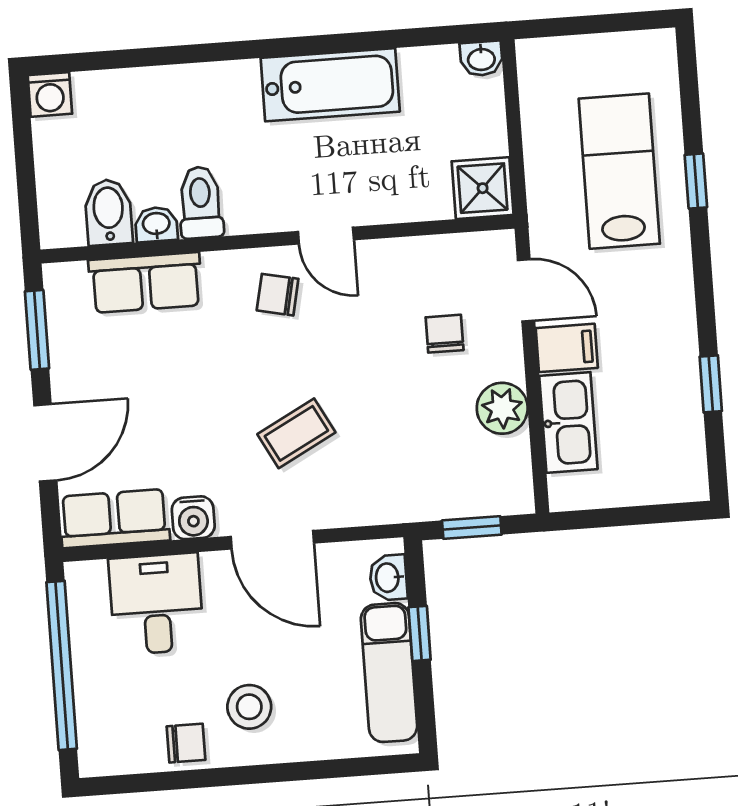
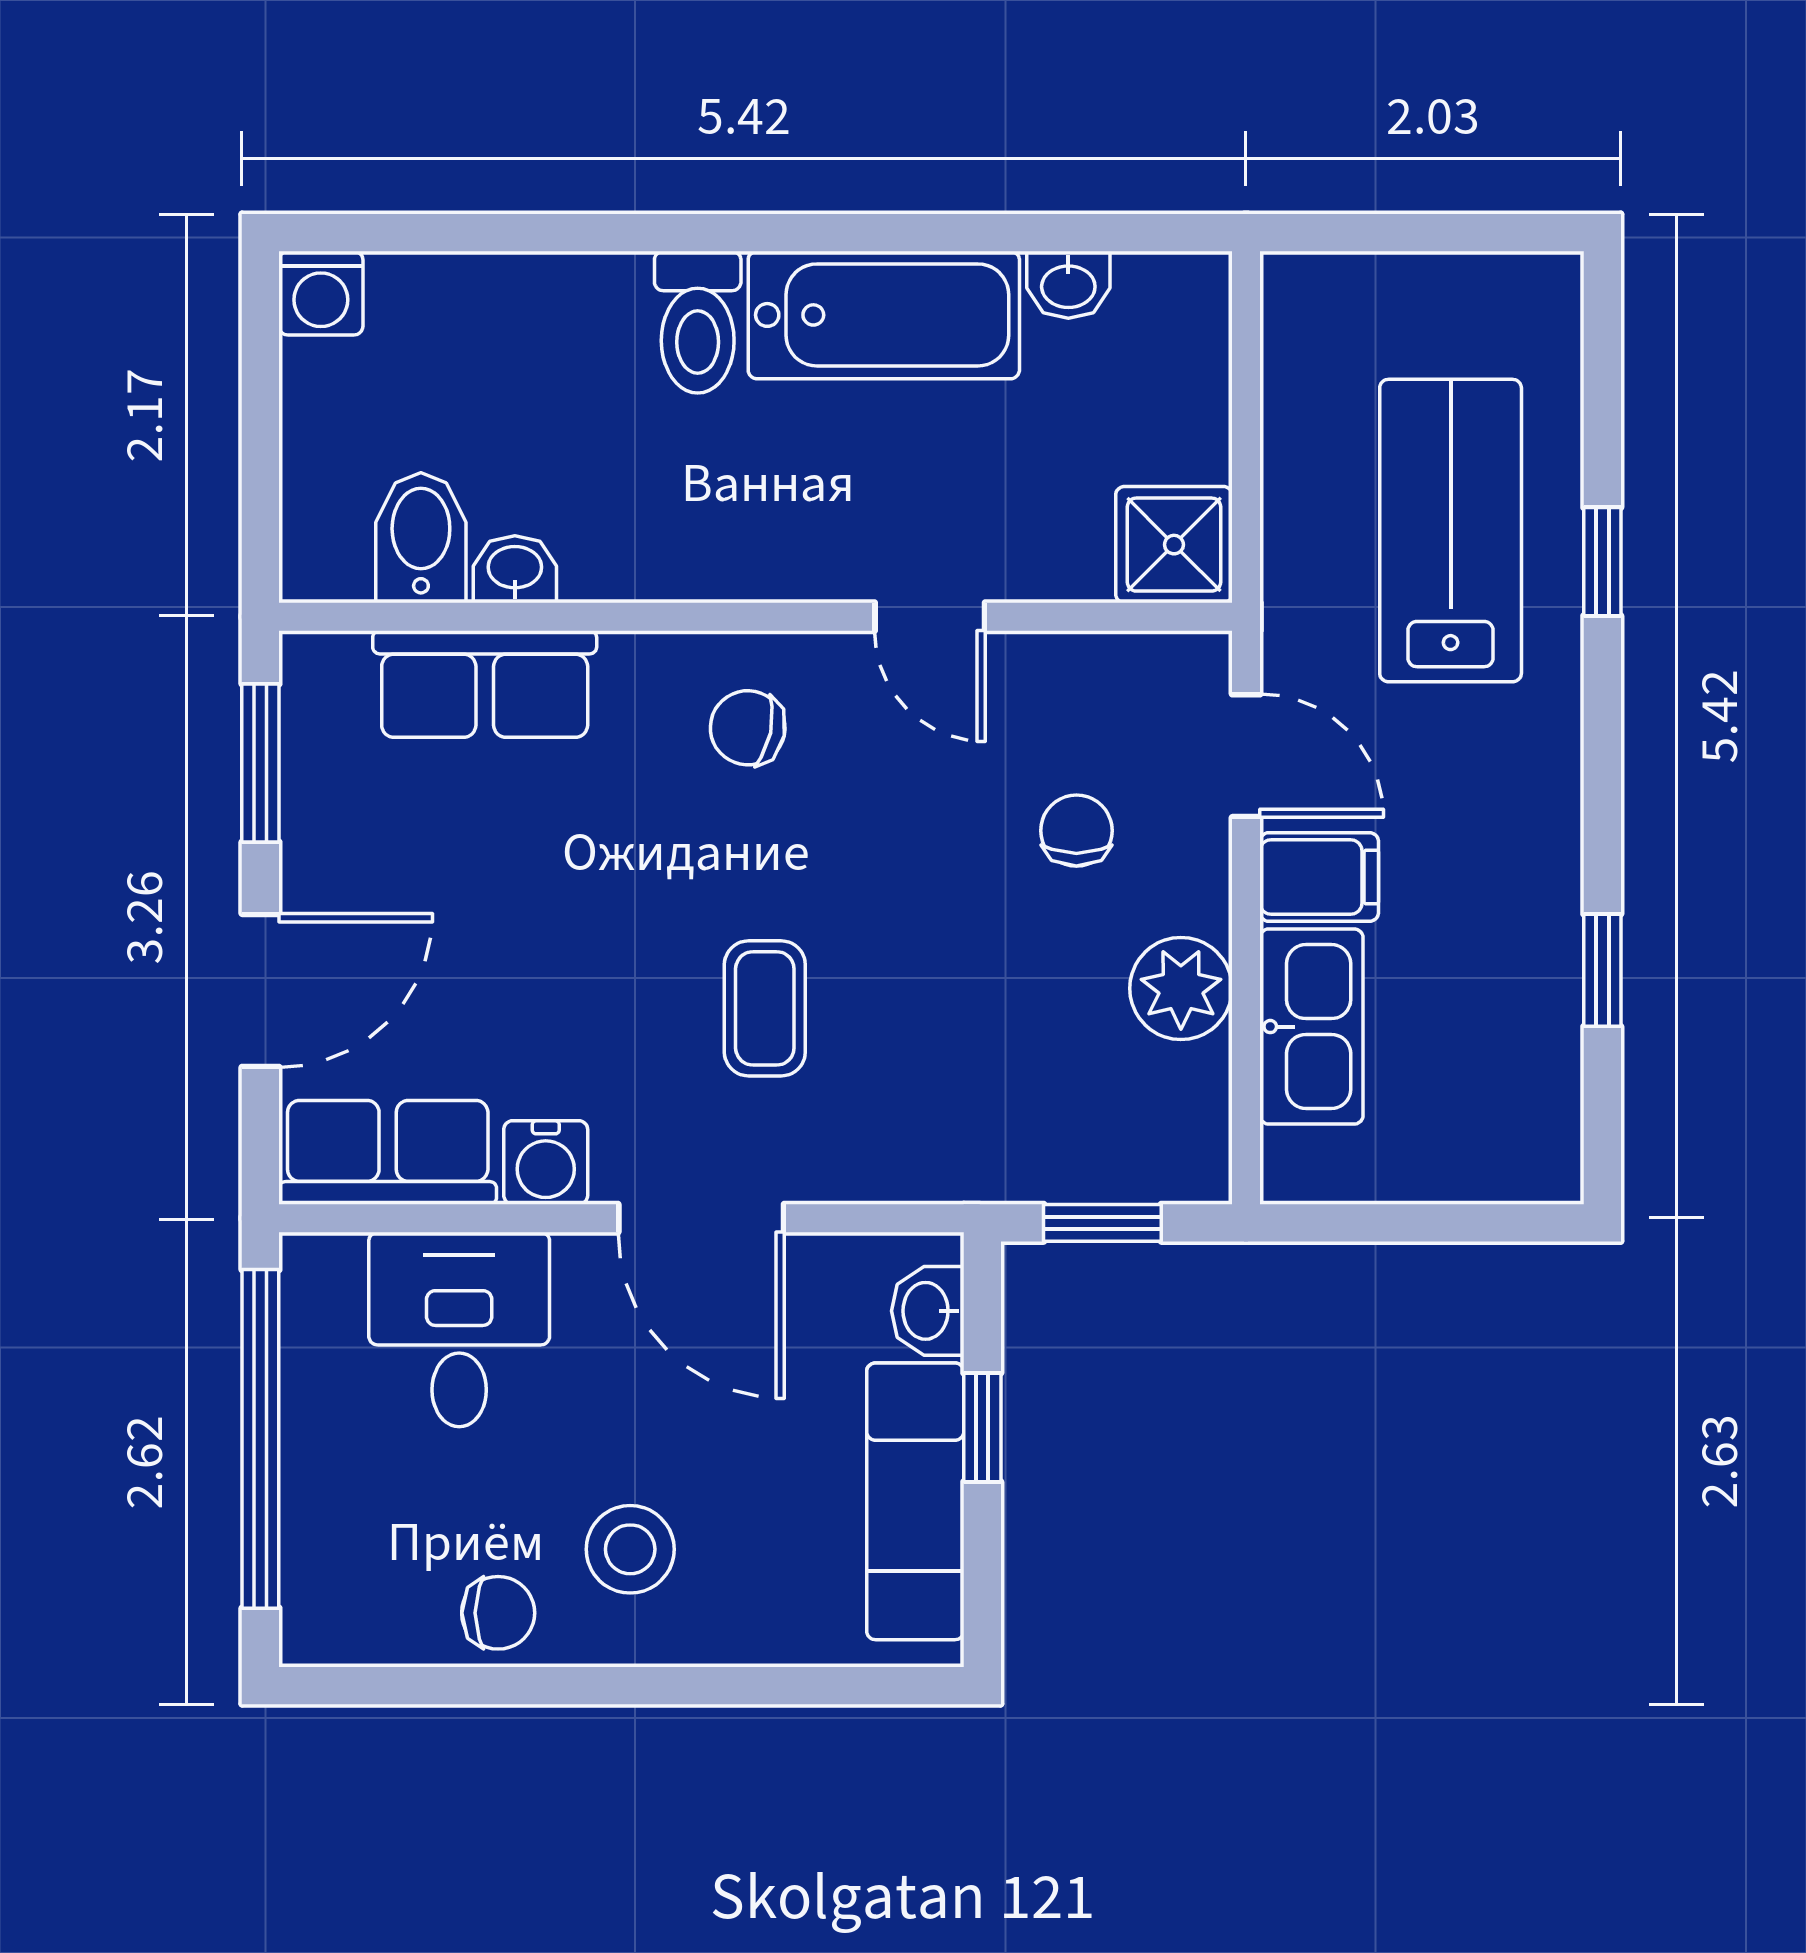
washbasin: (481, 59) -> (1068, 285), moved
toilet: (201, 202) -> (698, 322), moved, turned 180
door: (326, 236) -> (930, 617), moved
coffee table: (296, 433) -> (765, 1008), turned -62

